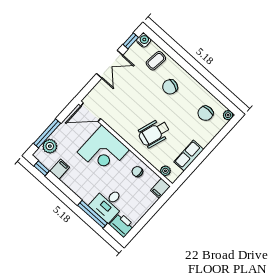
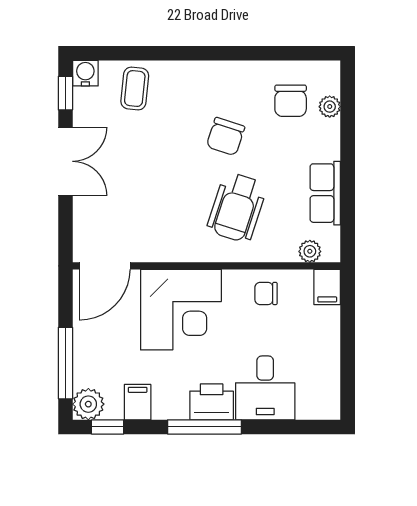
chair: (170, 87) -> (226, 137), moved
plant: (228, 115) -> (330, 107), moved
plant: (50, 146) -> (88, 404), moved
window: (93, 214) -> (205, 427), moved
printer: (122, 225) -> (212, 402), moved

